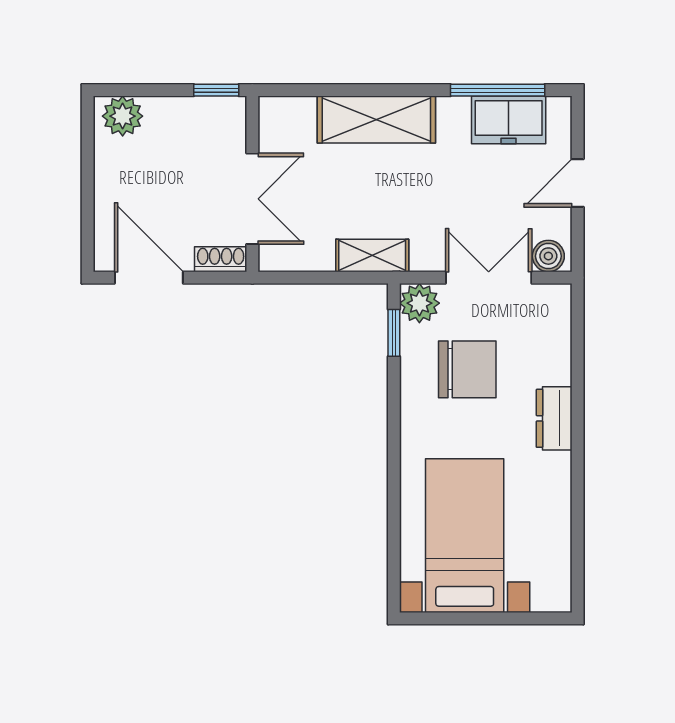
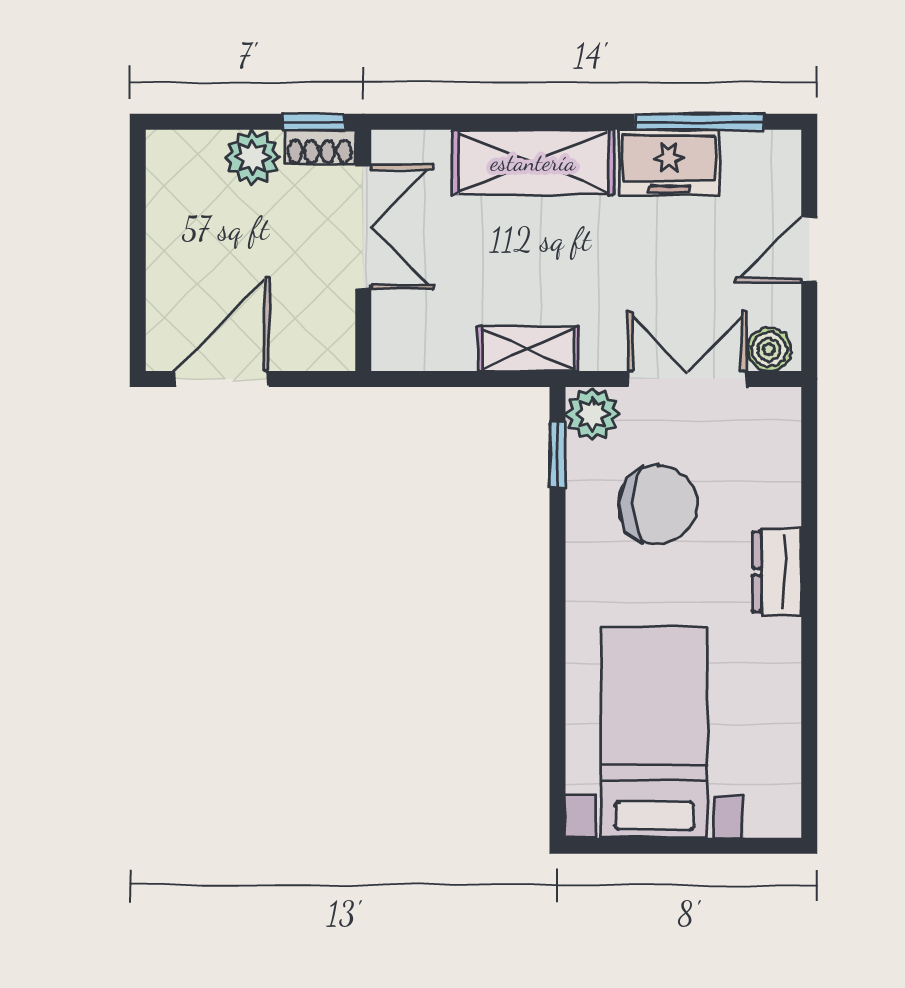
plant: (123, 116) -> (252, 157), moved
freezer: (509, 120) -> (669, 163), moved
double door: (252, 199) -> (363, 227), moved
shoe rack: (221, 259) -> (320, 147), moved, turned 180
door: (149, 278) -> (221, 379), hinge flipped

